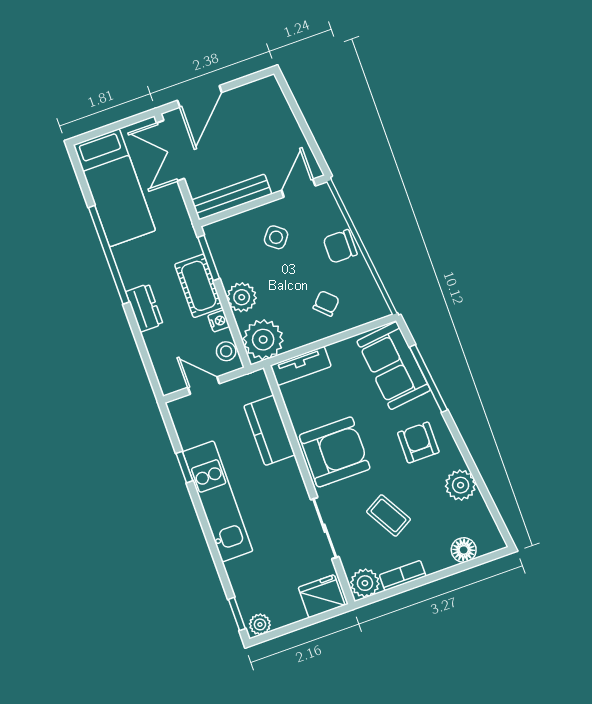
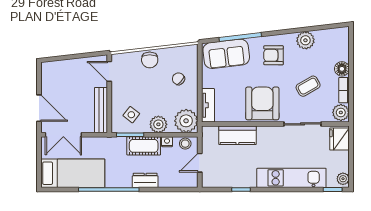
side table: (276, 237) -> (131, 115), moved
kitchen unit: (218, 501) -> (291, 178), moved
floor lamp: (464, 550) -> (342, 69), moved

